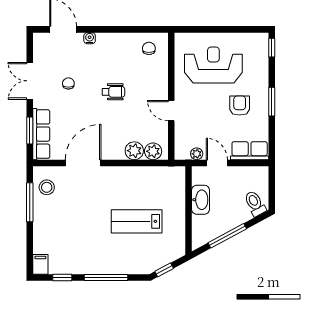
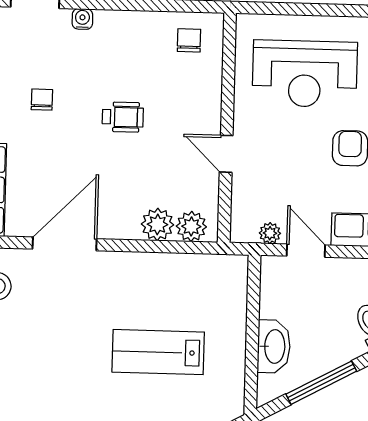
reception desk: (213, 65) -> (305, 74), turned 180
washbasin: (201, 200) -> (274, 346), moved

